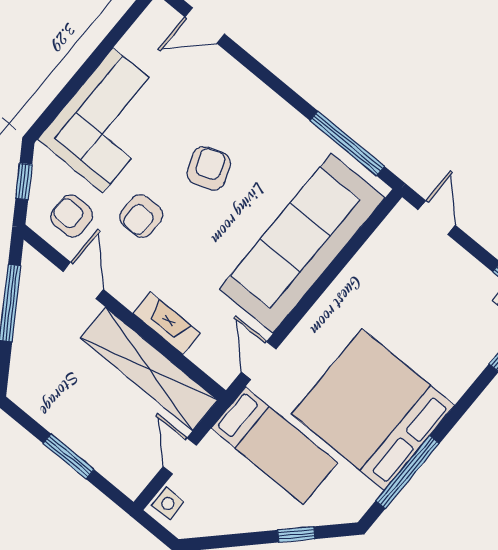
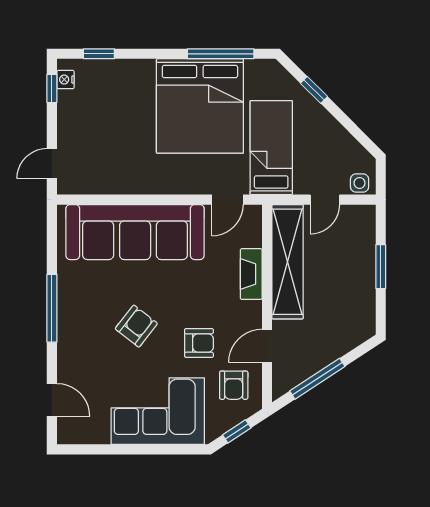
window: (347, 143) -> (52, 308), moved
armchair: (209, 168) -> (136, 326), turned 149

